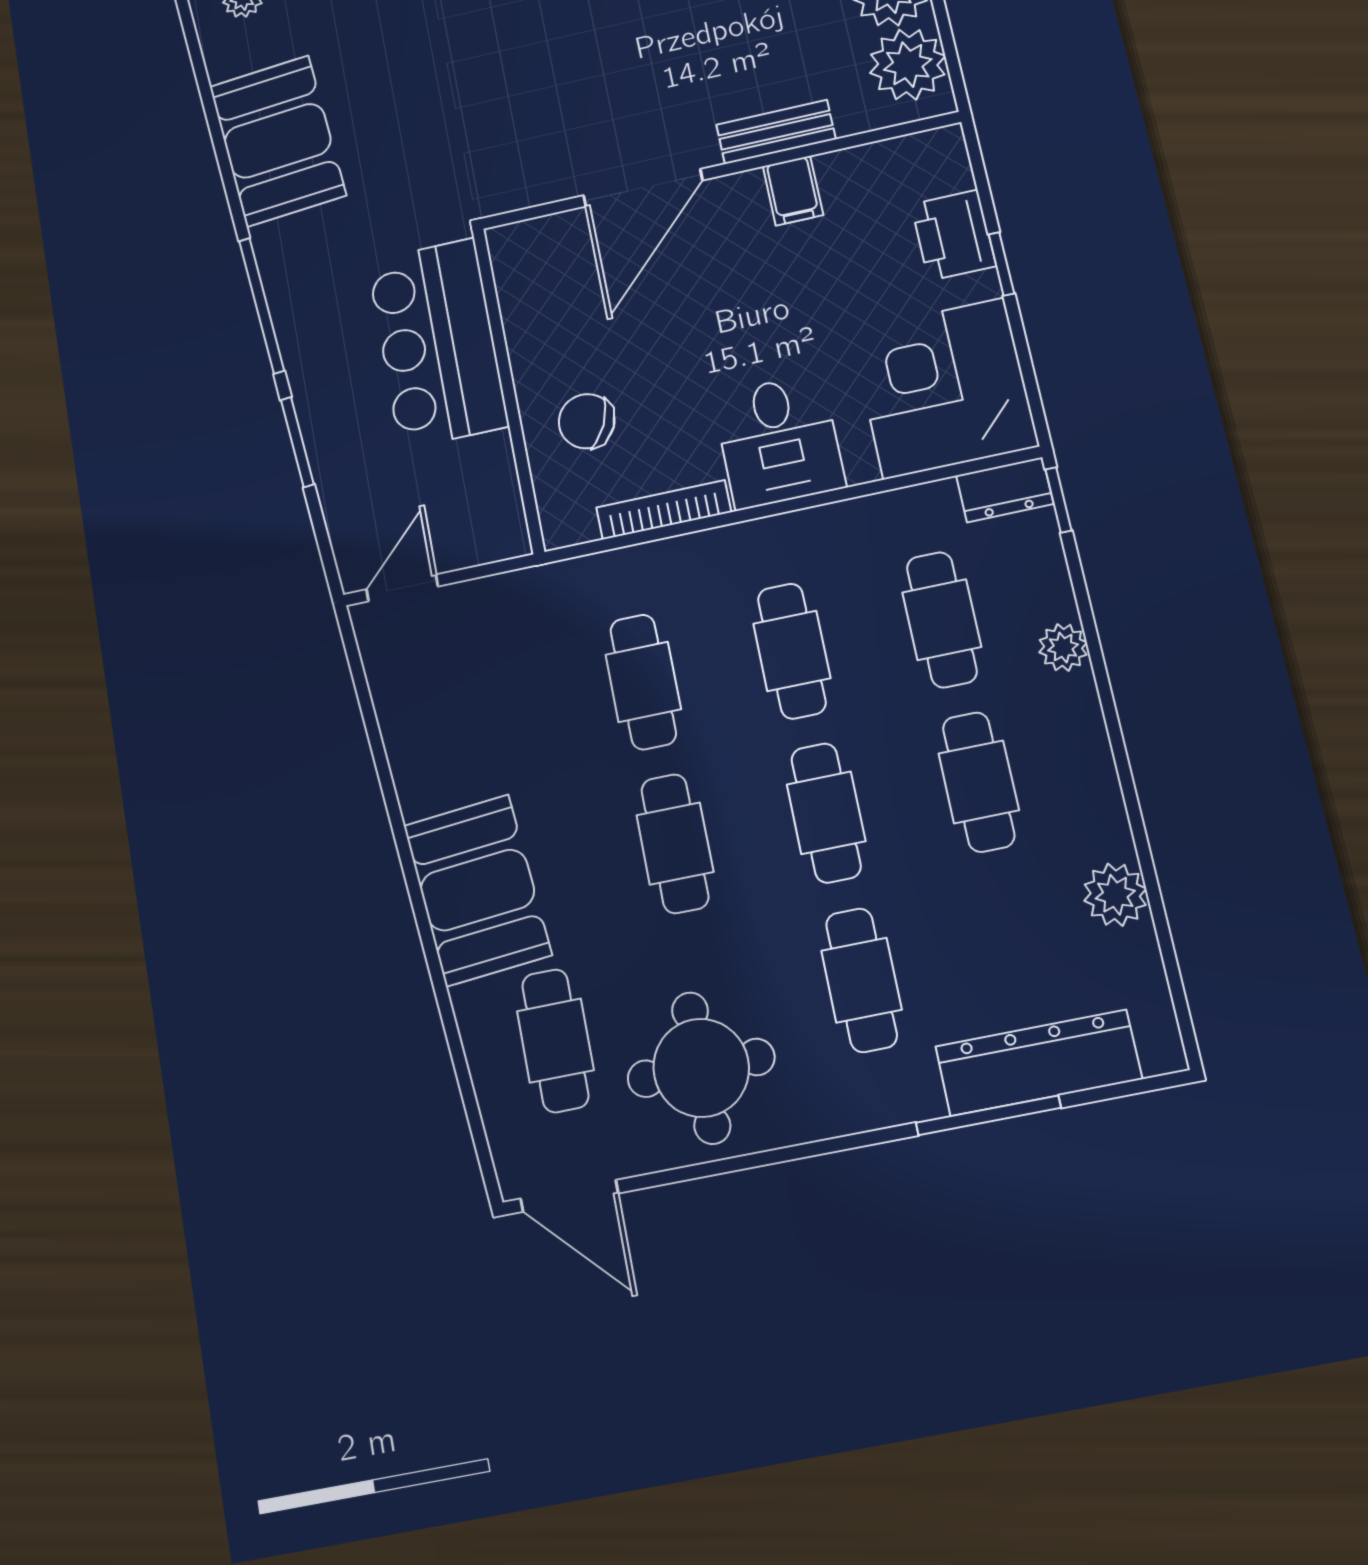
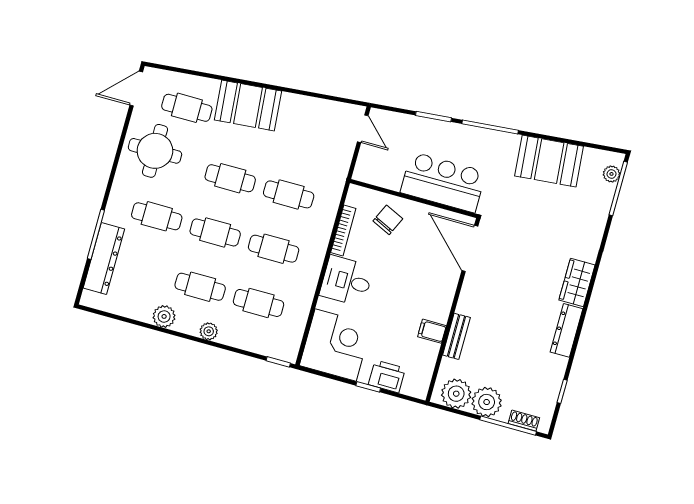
door: (643, 188) -> (470, 248), moved
dresser: (1005, 490) -> (291, 346), removed
plant: (1063, 647) -> (209, 331), moved
plant: (1115, 895) -> (164, 316), moved

